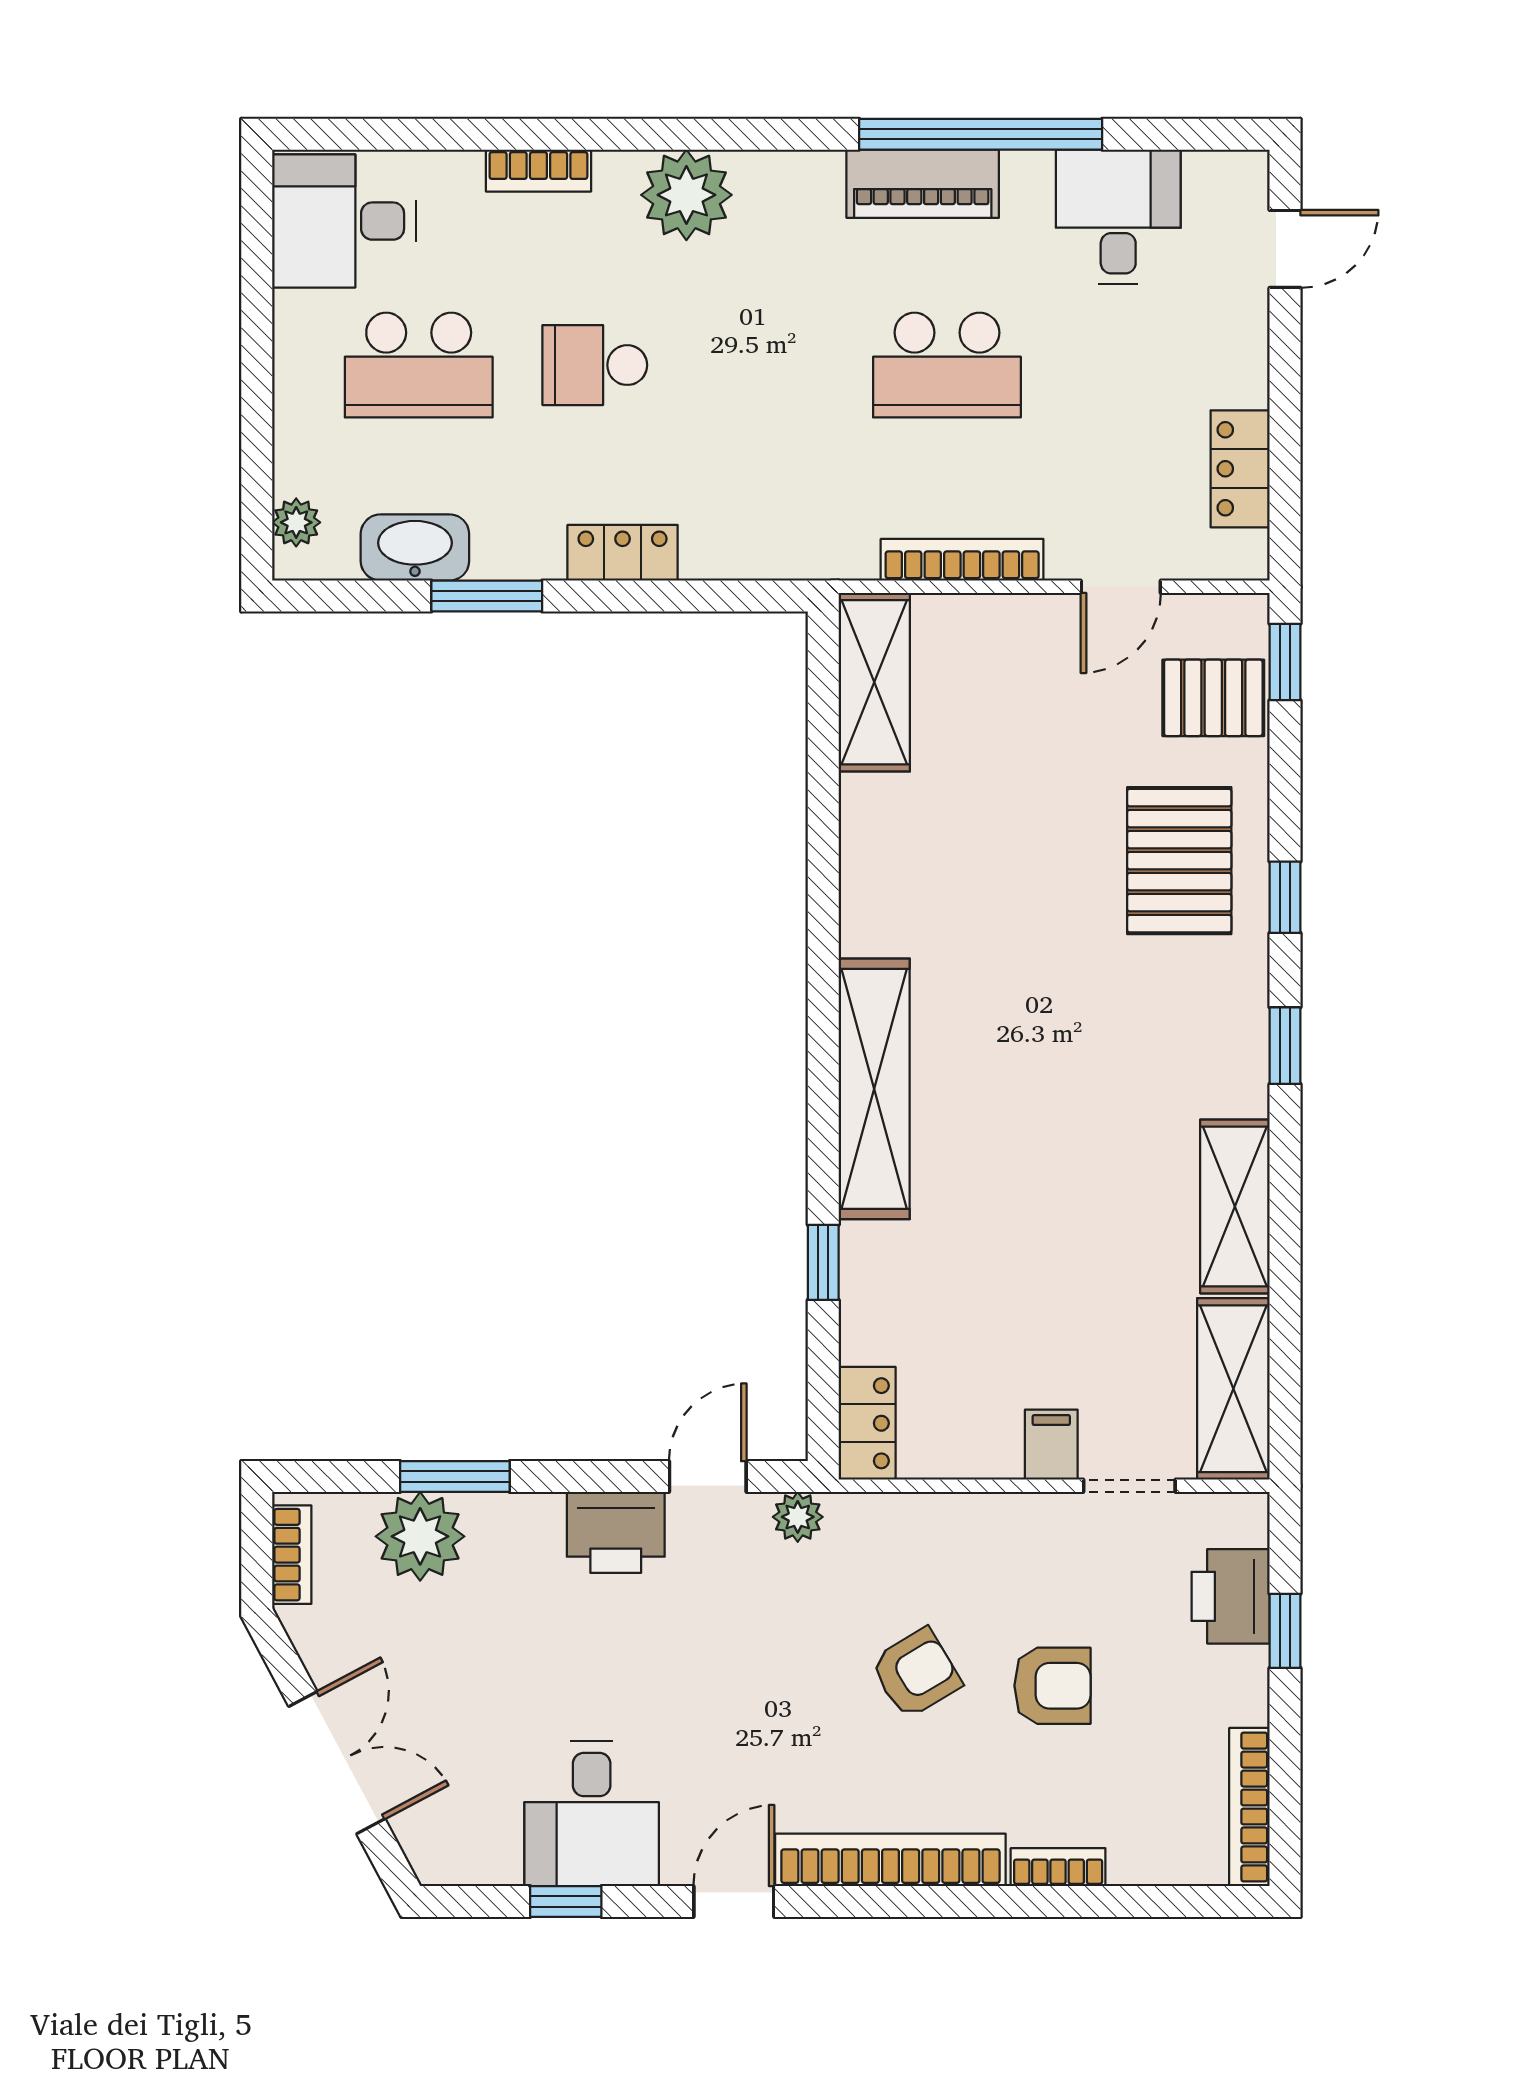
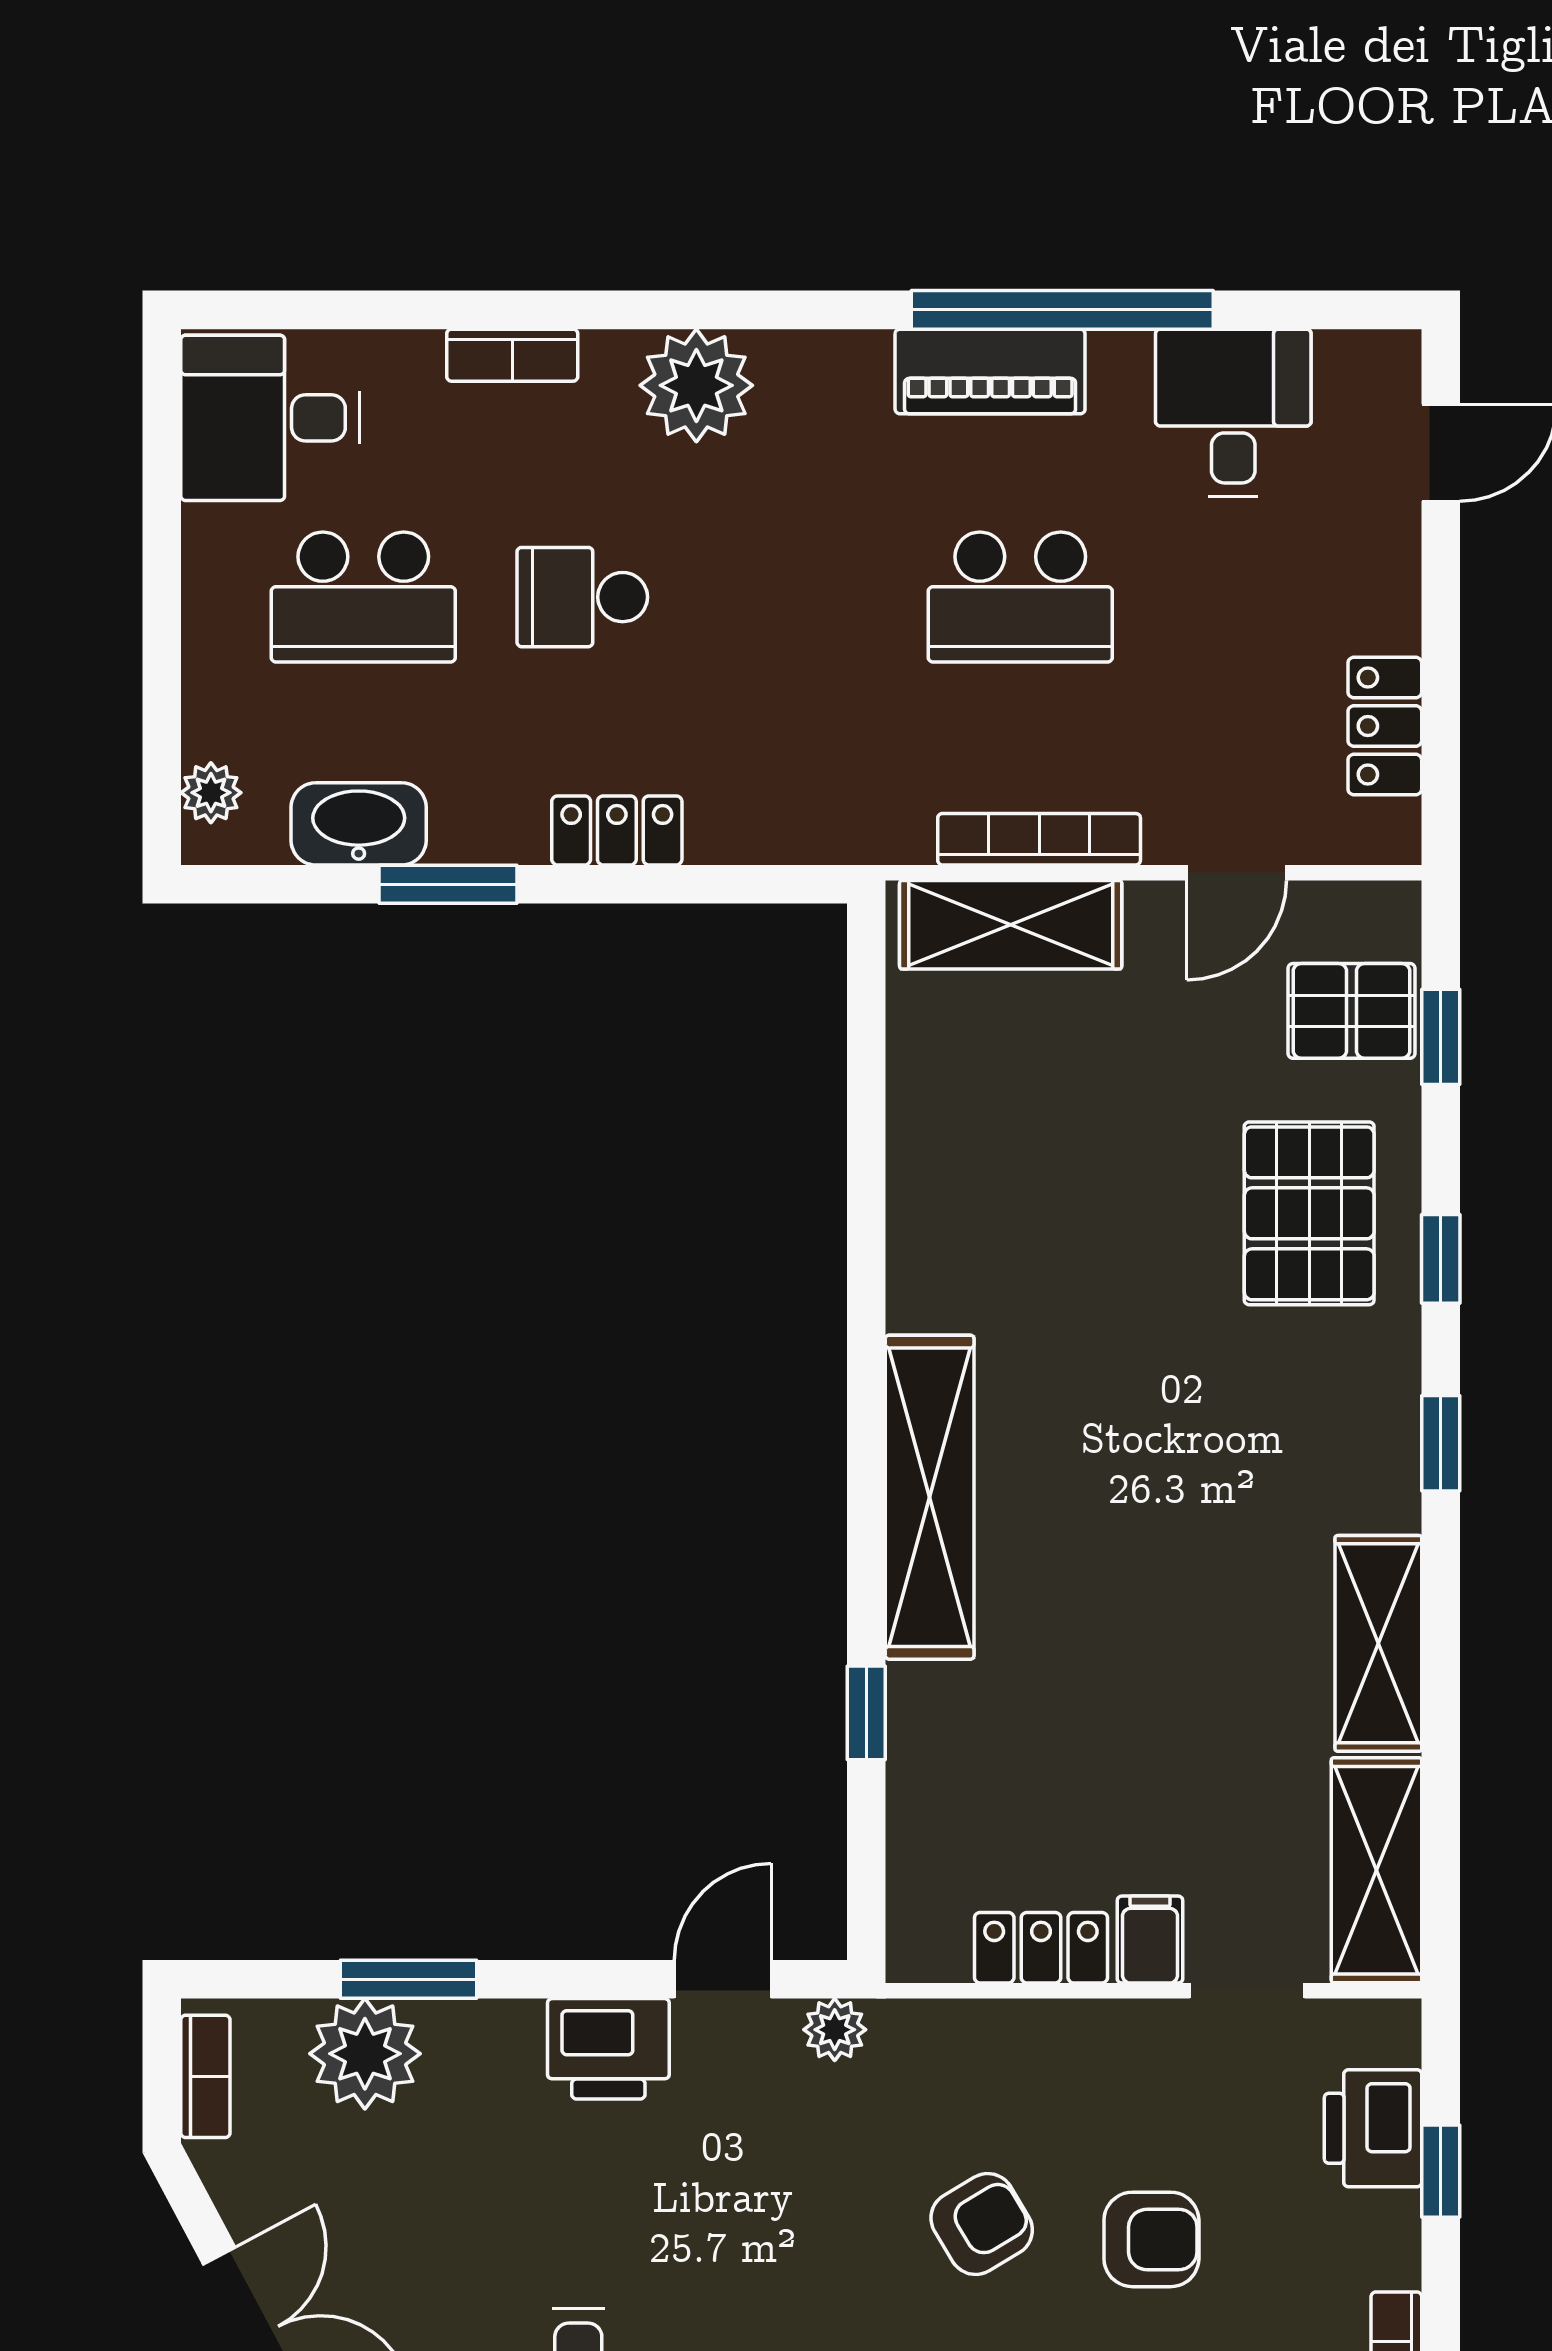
window: (1285, 662) -> (1441, 1037), moved
shelving: (874, 682) -> (1011, 925), moved, turned 90
locker: (867, 1423) -> (1041, 1948), moved, turned -90

